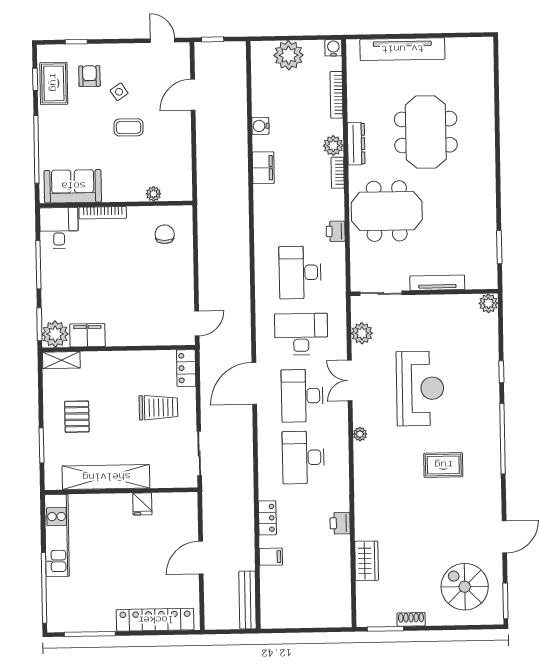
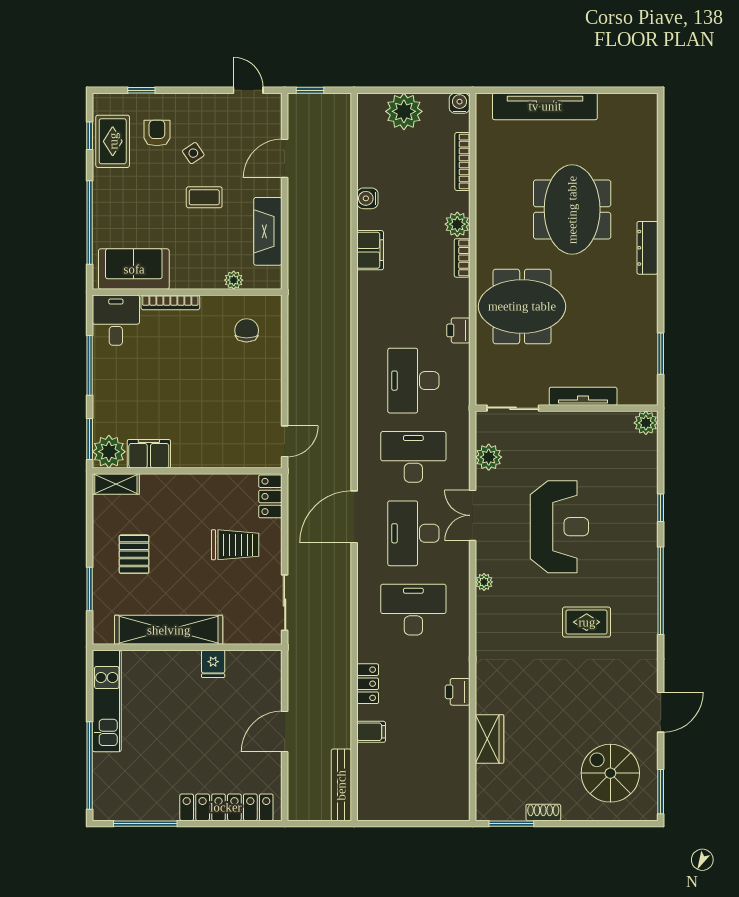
dresser: (356, 144) -> (647, 248), moved, turned 180
fireplace: (180, 154) -> (268, 231), added
desk: (303, 457) -> (413, 610), turned 90

